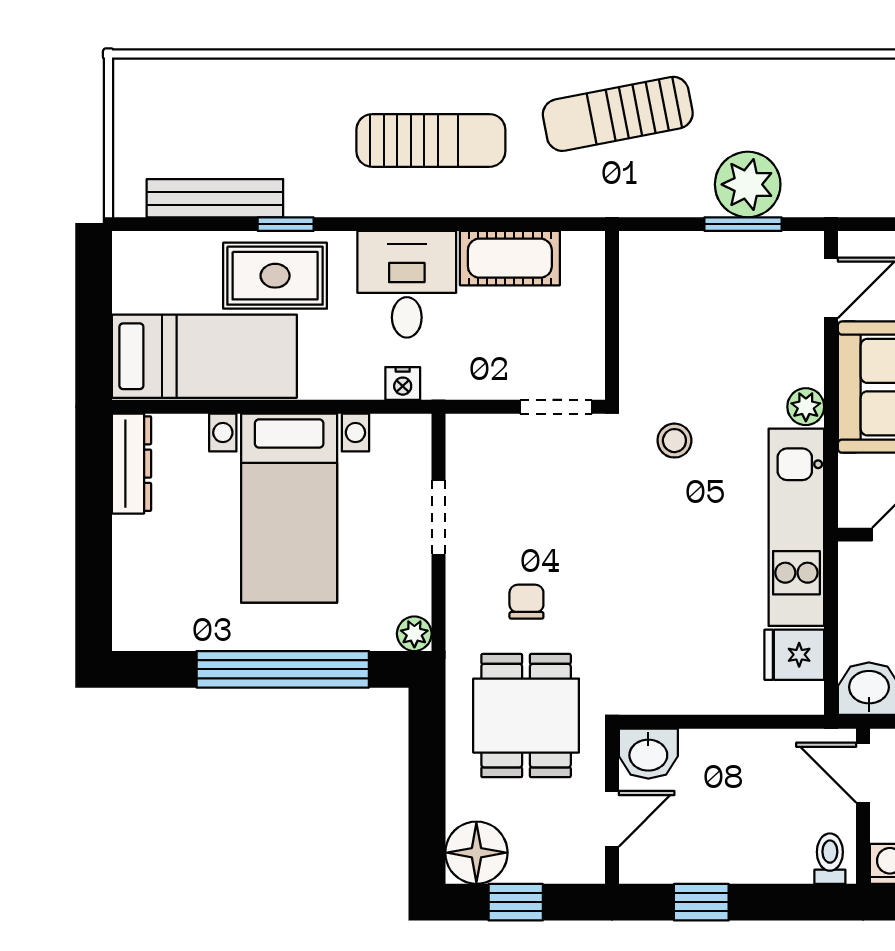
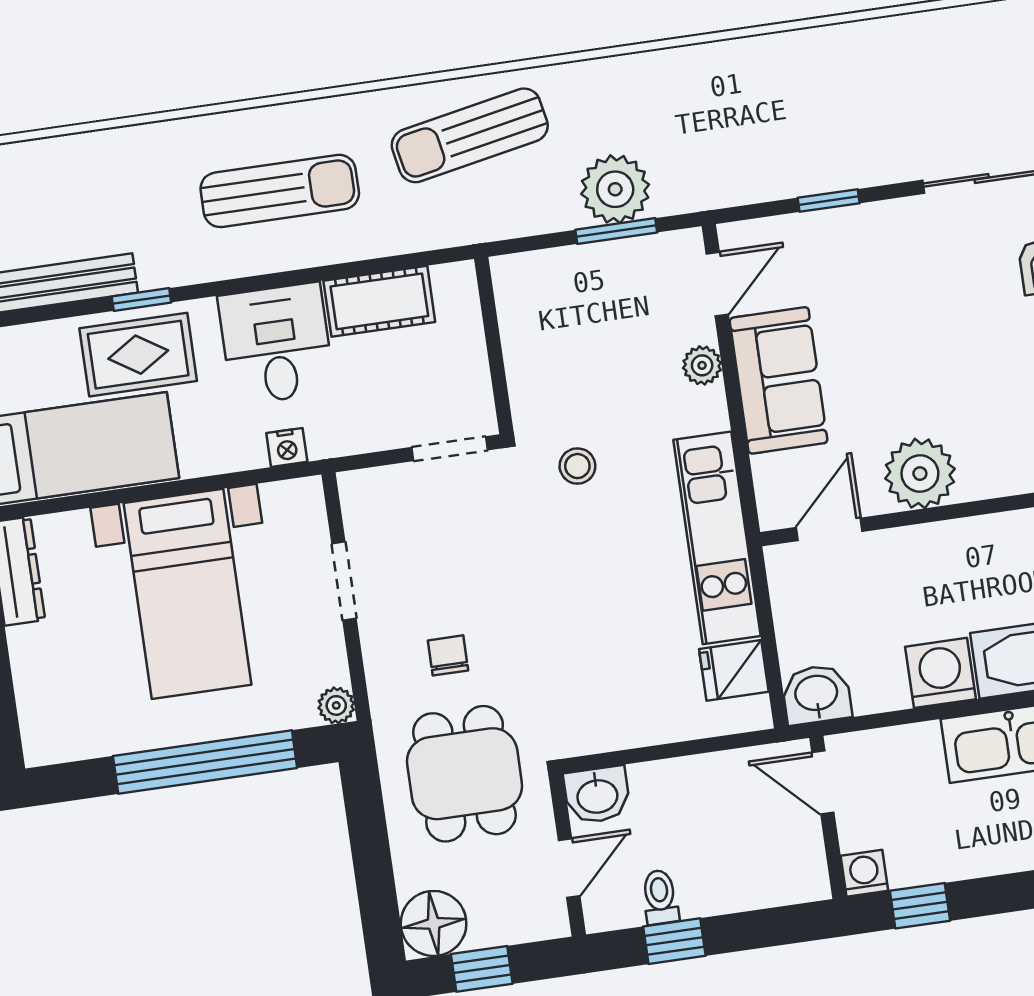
plant: (806, 407) -> (702, 365), moved
toilet: (830, 859) -> (660, 897), moved

